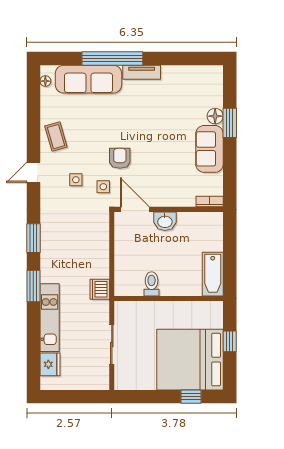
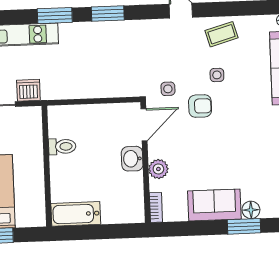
side table: (76, 180) -> (217, 75), moved
plant: (175, 198) -> (158, 169), added
dishwasher: (100, 289) -> (28, 90), moved

